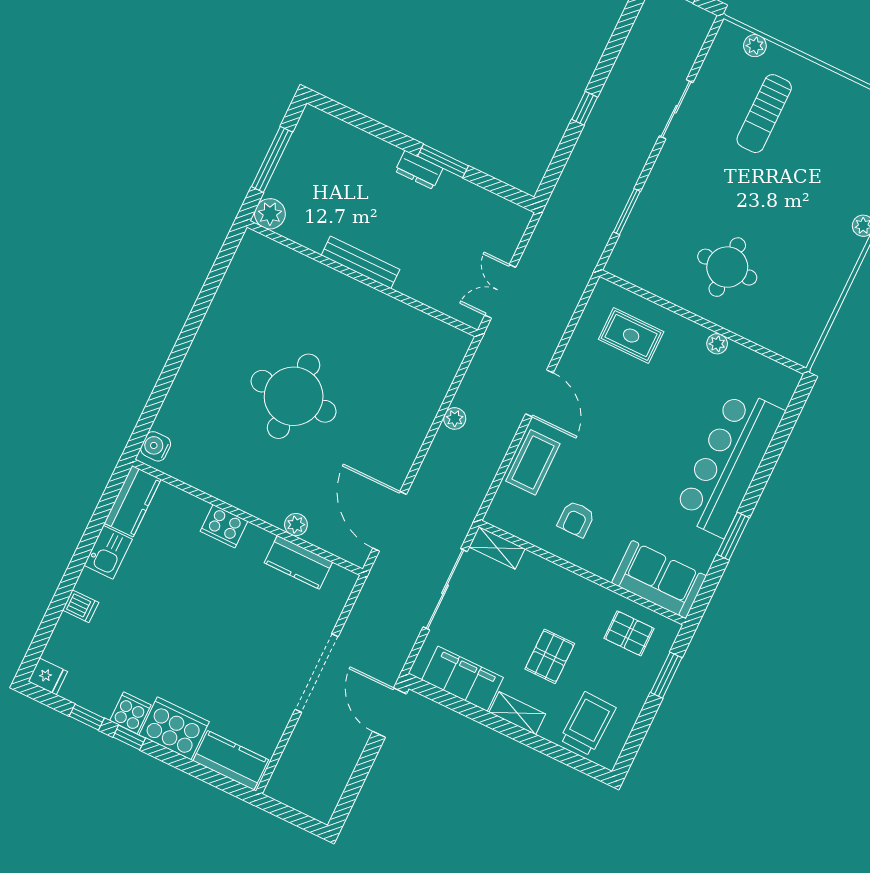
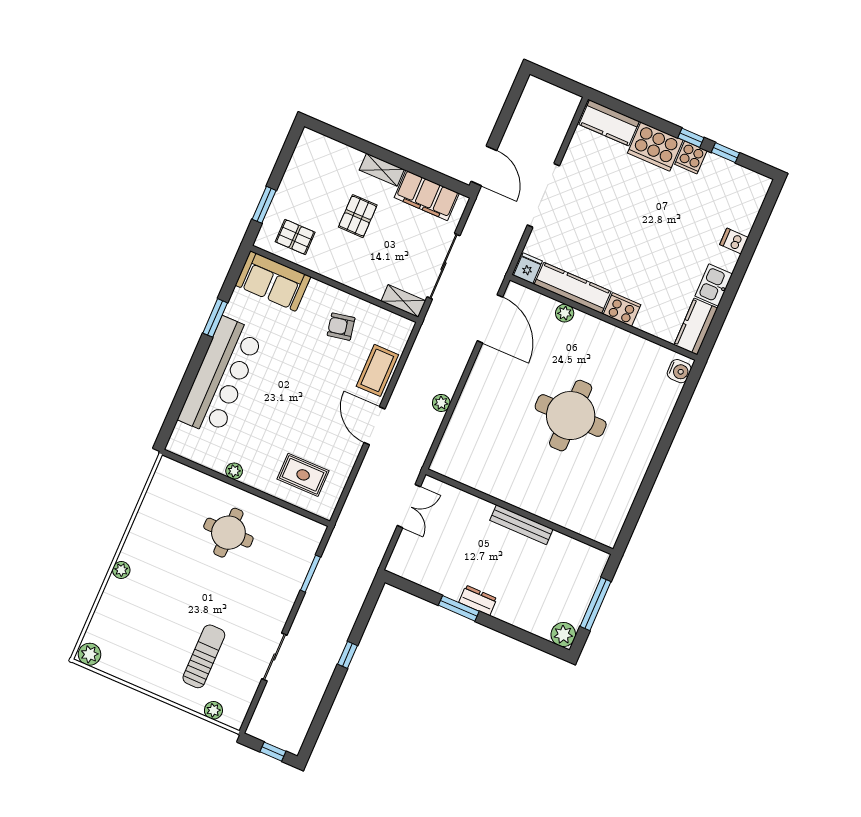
plant: (270, 214) -> (563, 635), moved
armchair: (576, 519) -> (341, 327), turned -101
kitchen counter: (298, 562) -> (573, 288), width x1.50
fridge: (48, 676) -> (528, 268), moved, turned 90
trolley: (588, 724) -> (325, 163), removed

